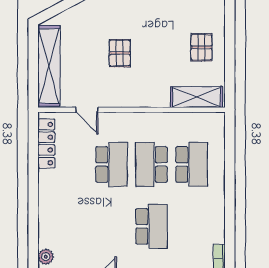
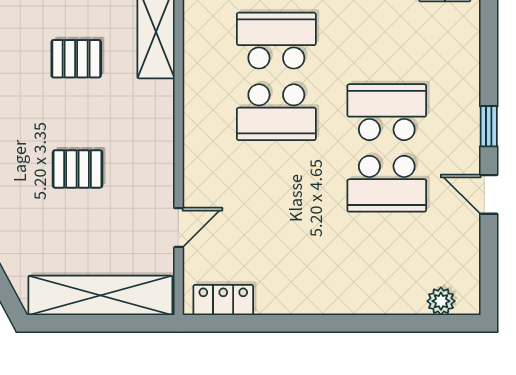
pallet: (202, 47) -> (76, 59), moved
locker: (46, 144) -> (223, 300), width x0.66
school desk: (111, 164) -> (387, 184), moved, turned 180

